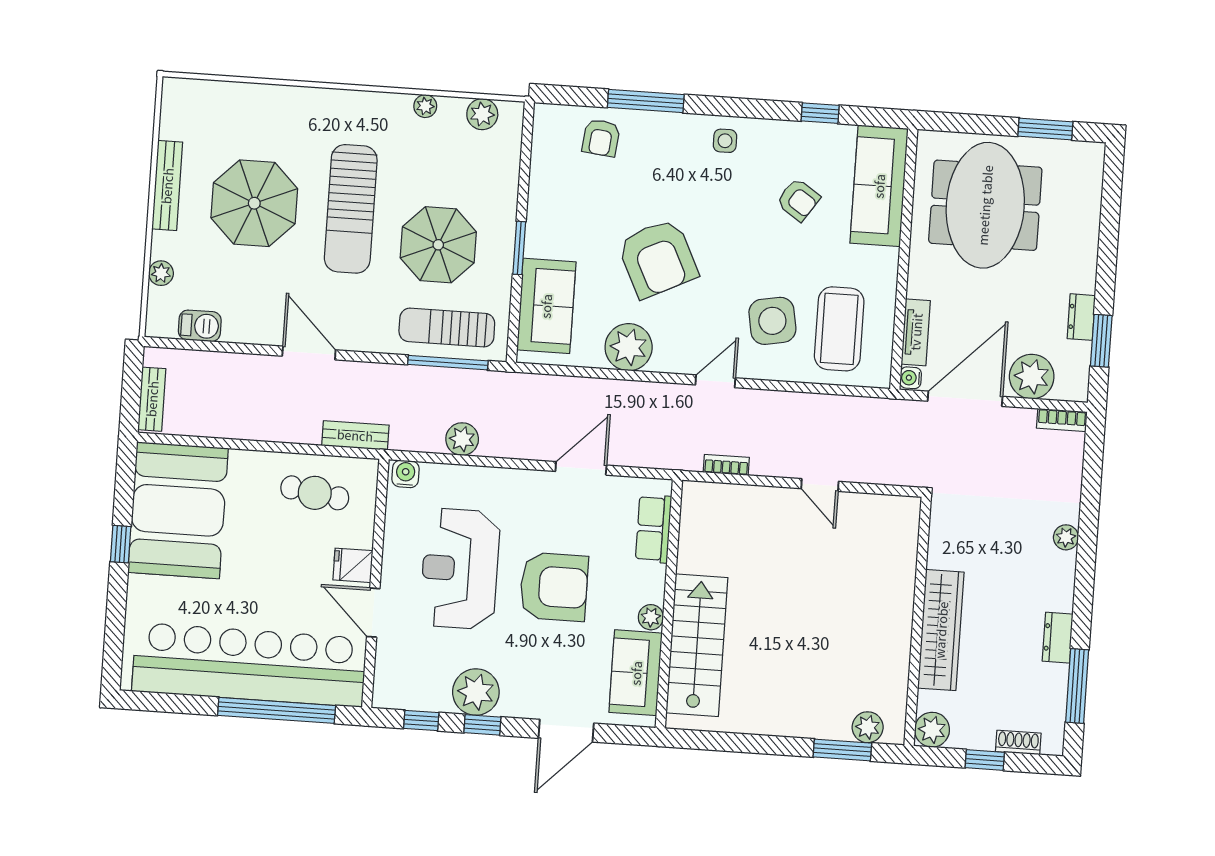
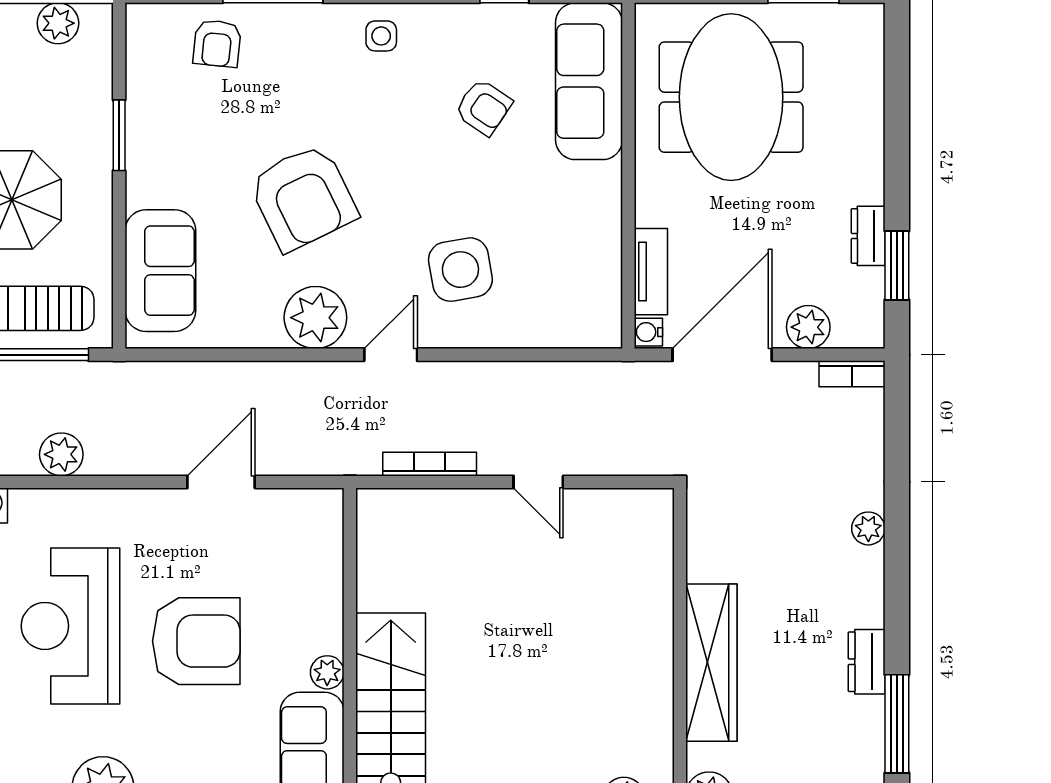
window: (519, 248) -> (119, 135), moved
coffee table: (839, 329) -> (549, 274), removed
plant: (629, 347) -> (315, 318), moved
plant: (1032, 377) -> (808, 327), width x0.73, depth x0.73
bookcase: (726, 465) -> (430, 464), width x1.56
row of seats: (654, 529) -> (323, 555), removed

